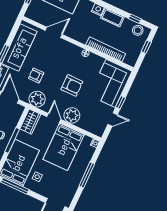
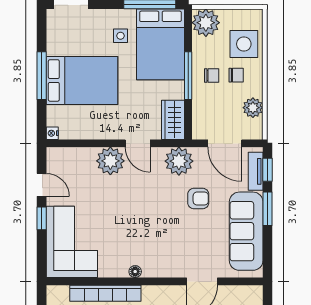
armchair: (72, 85) -> (133, 209), removed
door: (113, 119) -> (42, 185), swing flipped
bed: (64, 147) -> (82, 80), moved, turned 90

